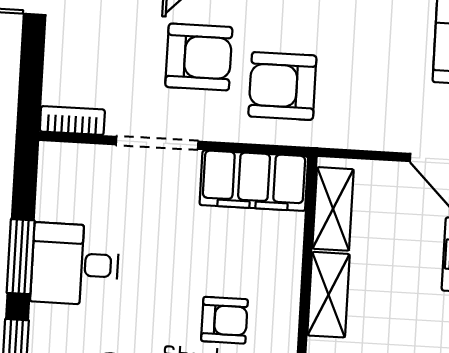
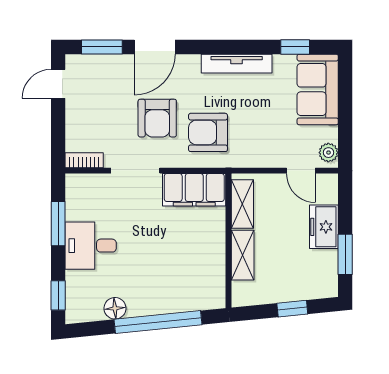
armchair: (199, 57) -> (157, 118), turned 90
window: (21, 257) -> (58, 224), moved
armchair: (224, 320) -> (182, 274), removed

